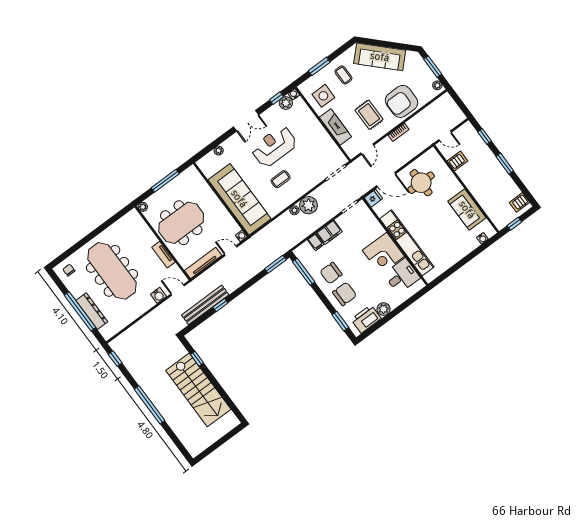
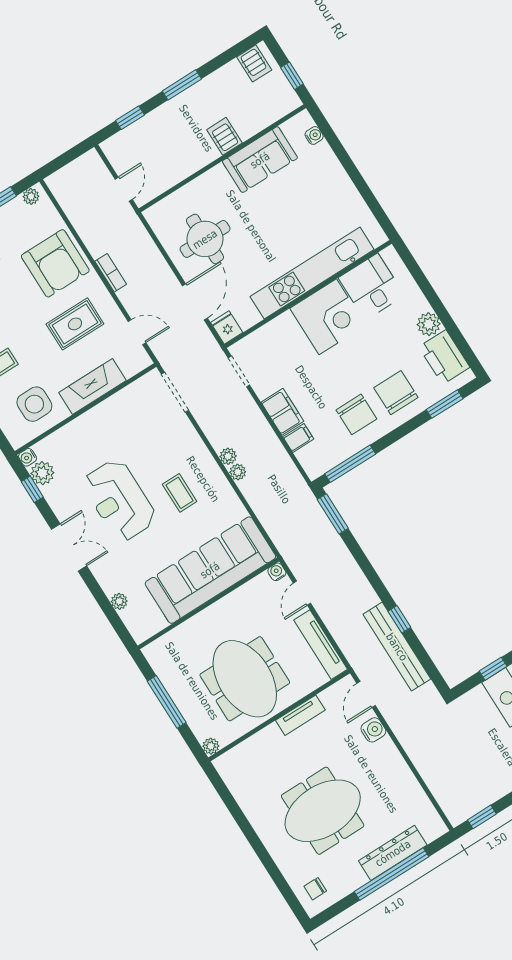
server rack: (457, 161) -> (224, 136), moved
plant: (308, 205) -> (228, 456), width x0.53, depth x0.53
meeting table: (112, 271) -> (323, 811), width x0.73

